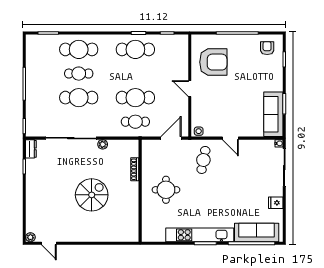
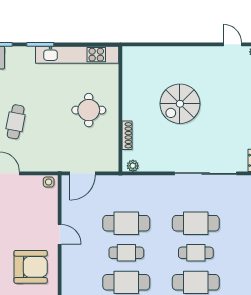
armchair: (213, 62) -> (31, 267), turned 180
cafe table: (135, 122) -> (126, 253), moved
plant: (103, 144) -> (133, 166), moved
cafe table: (203, 160) -> (16, 122), moved
kitchen unit: (200, 235) -> (77, 55), moved

